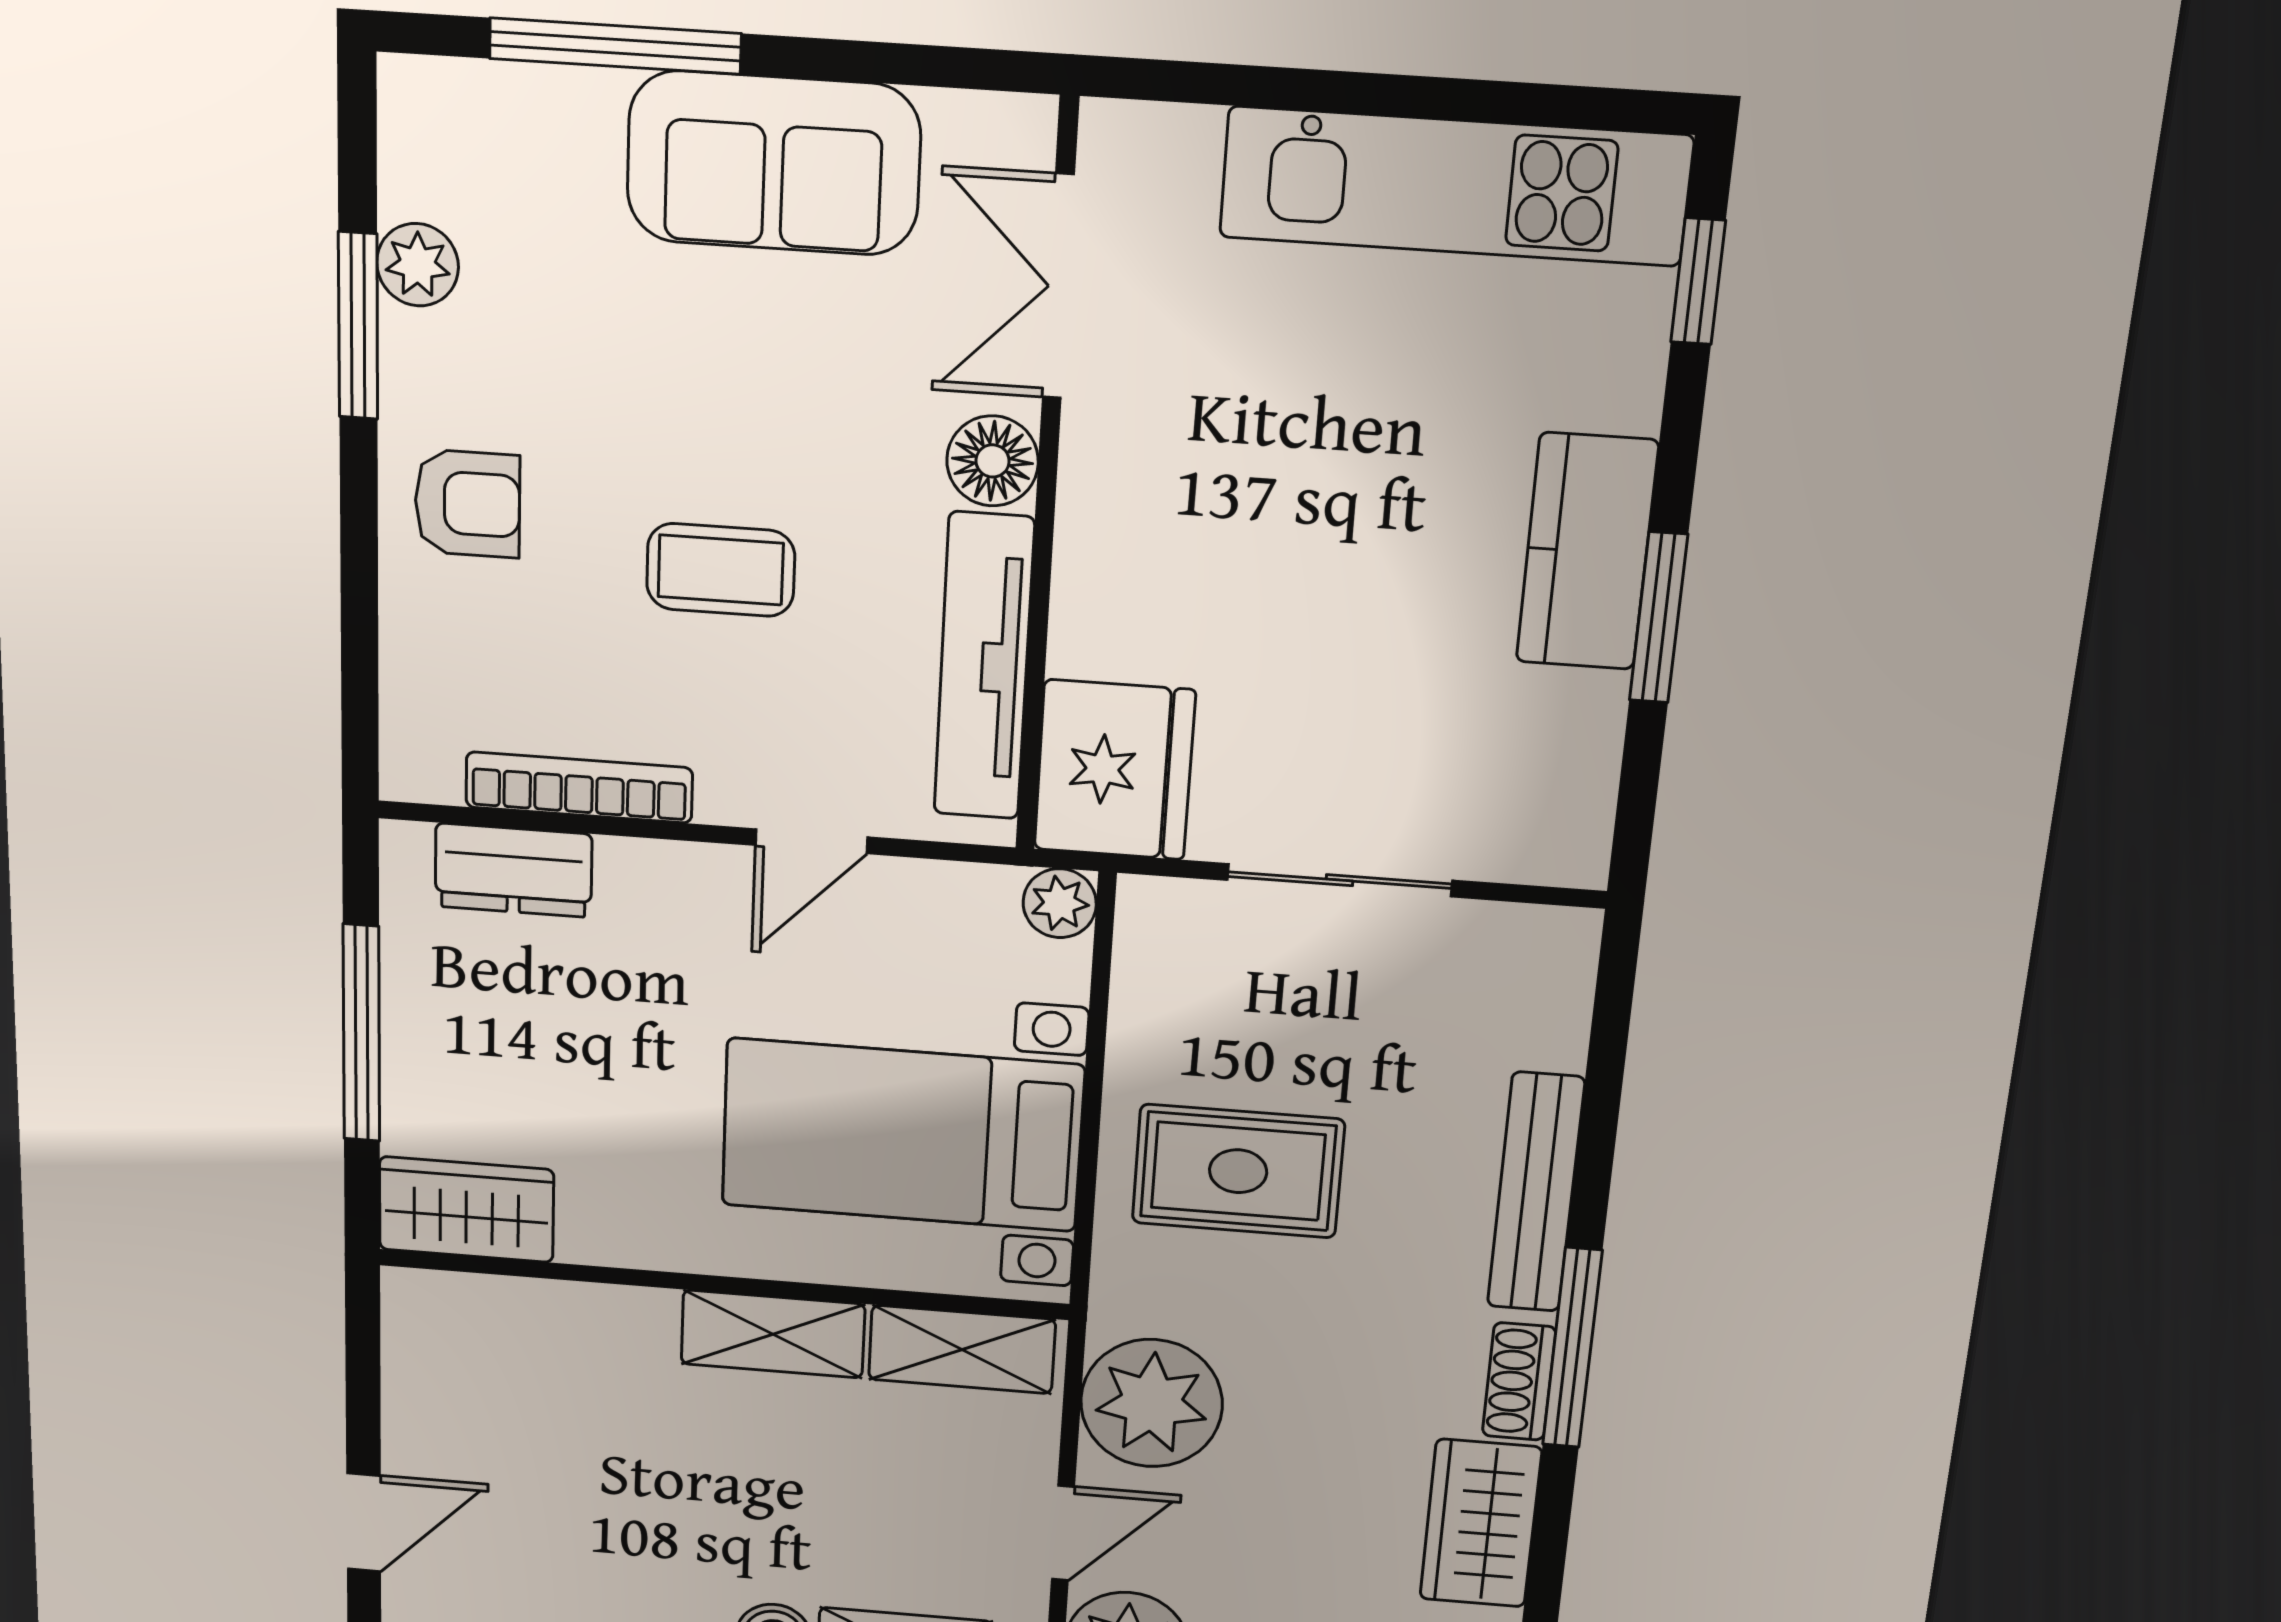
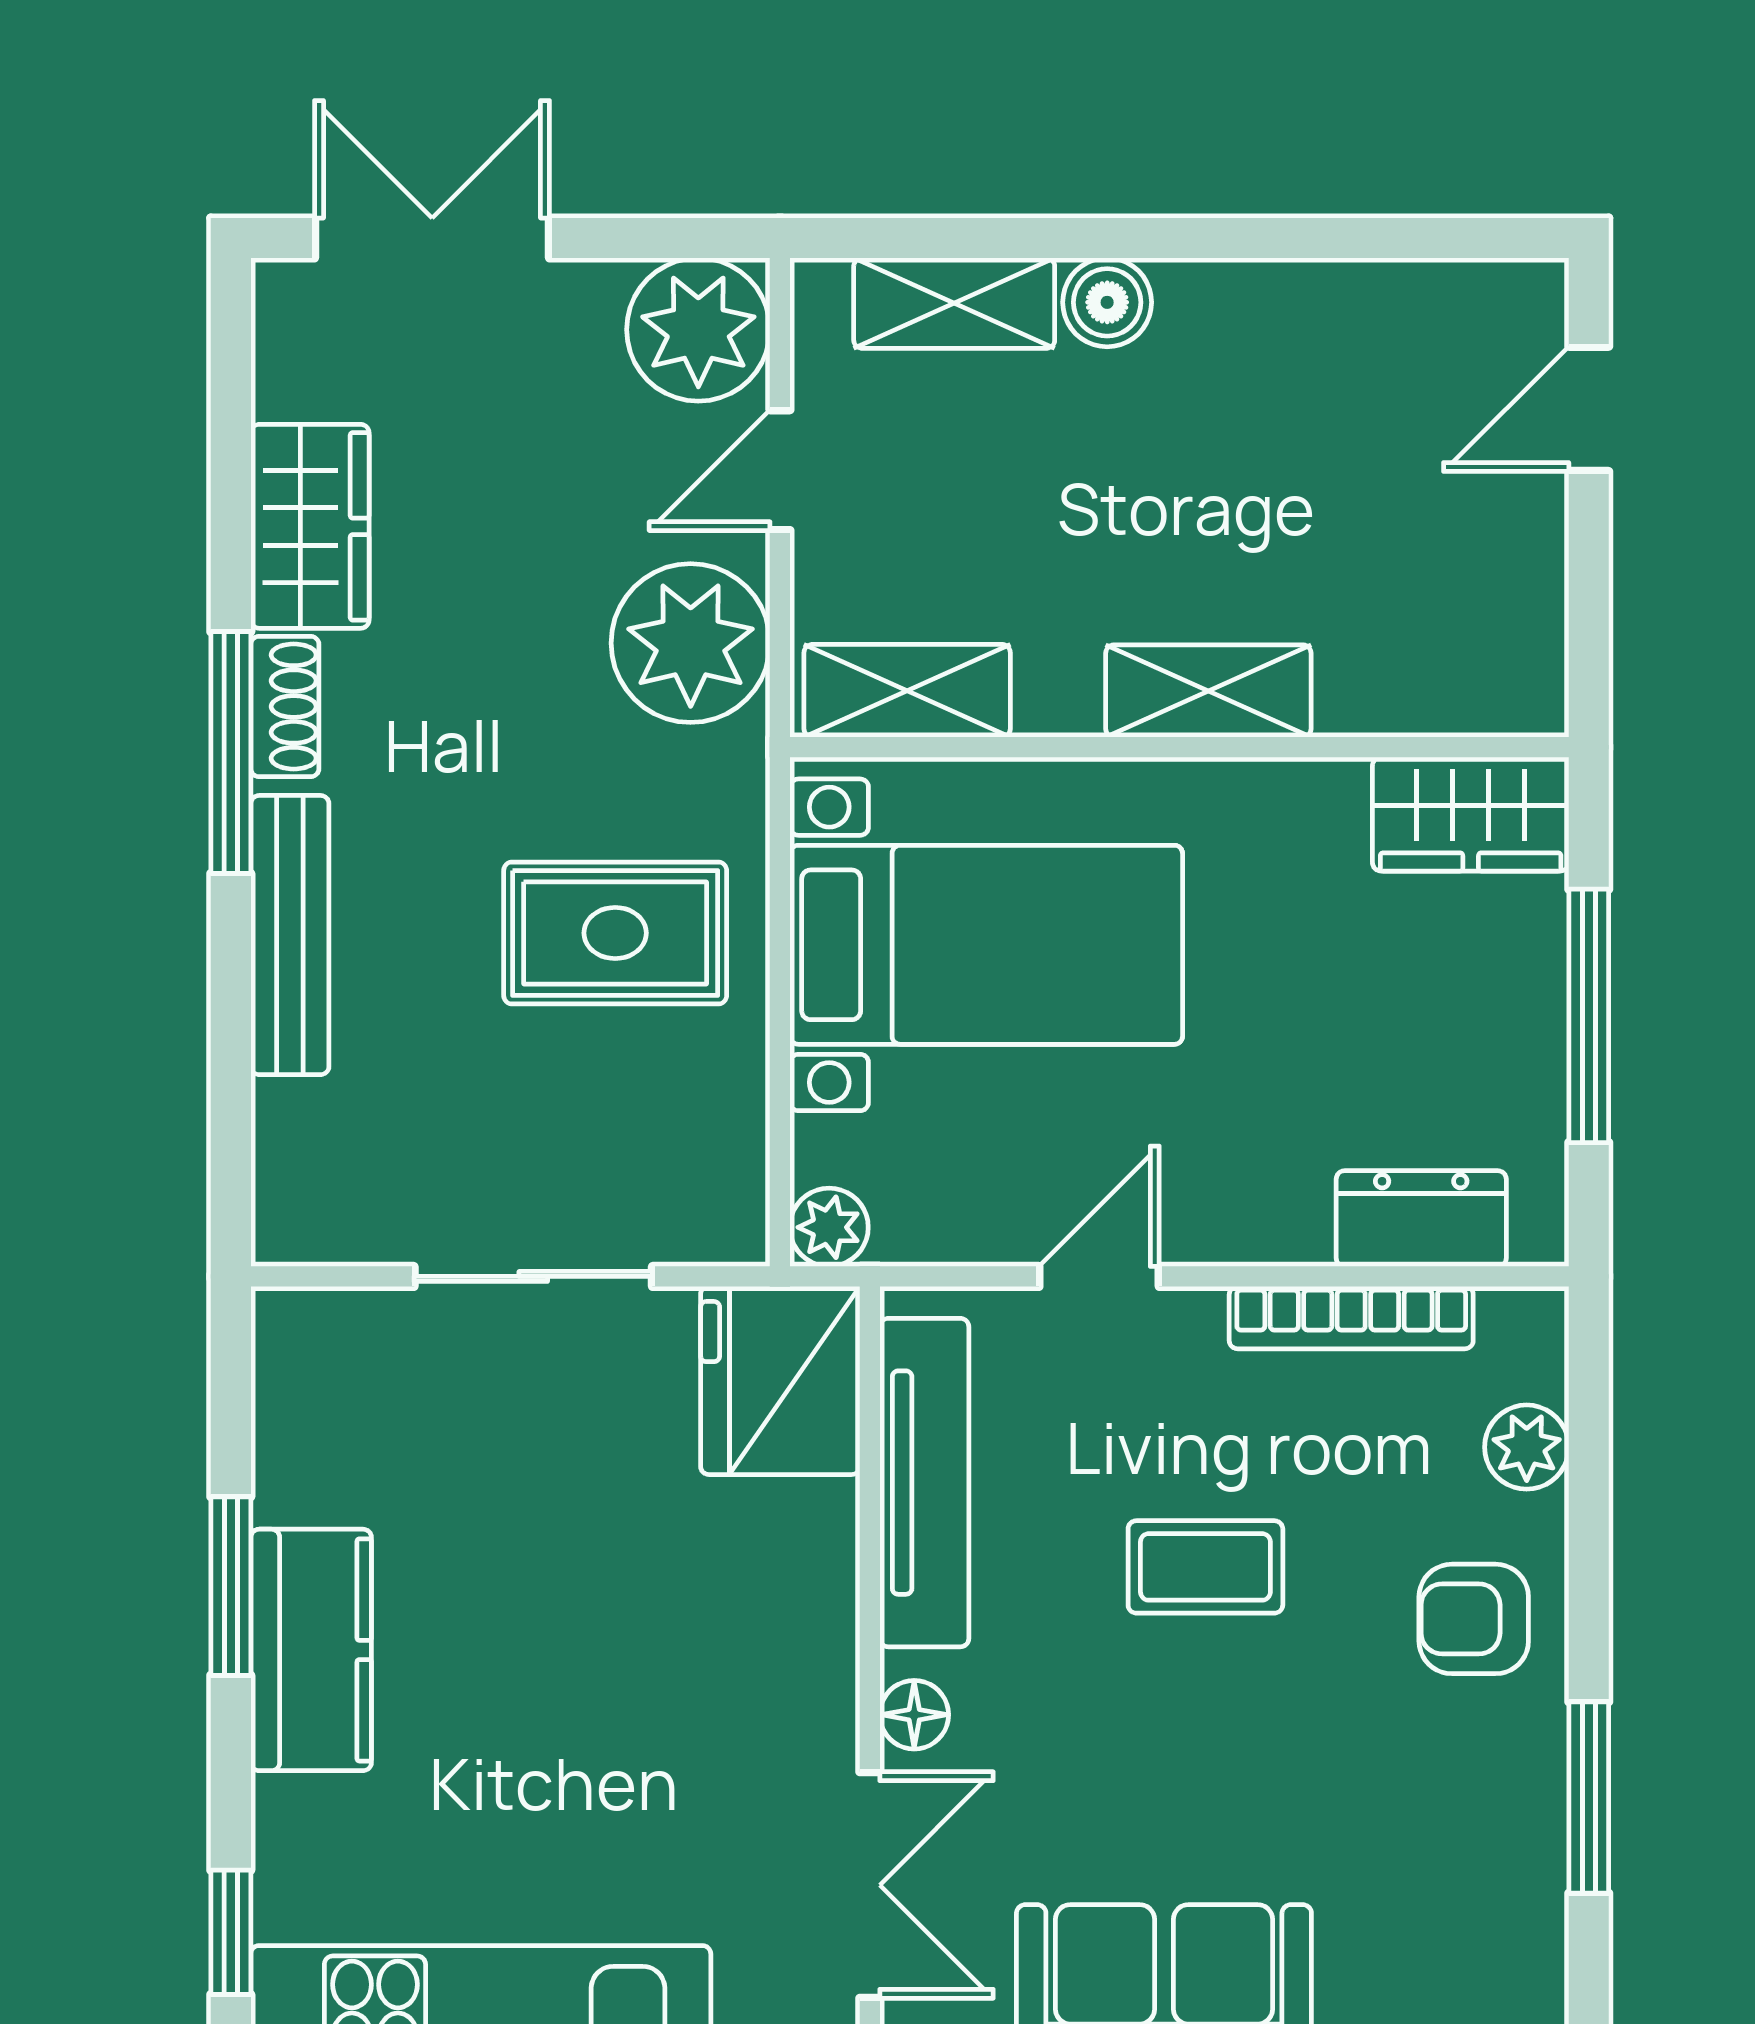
plant: (418, 265) -> (1527, 1447), moved
floor lamp: (993, 461) -> (914, 1715), width x0.73, depth x0.73
shelving: (773, 1334) -> (1208, 691), moved

